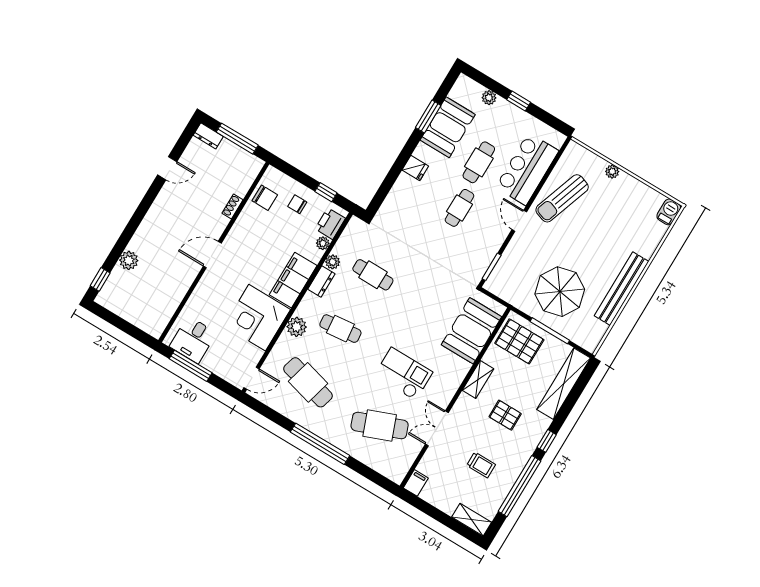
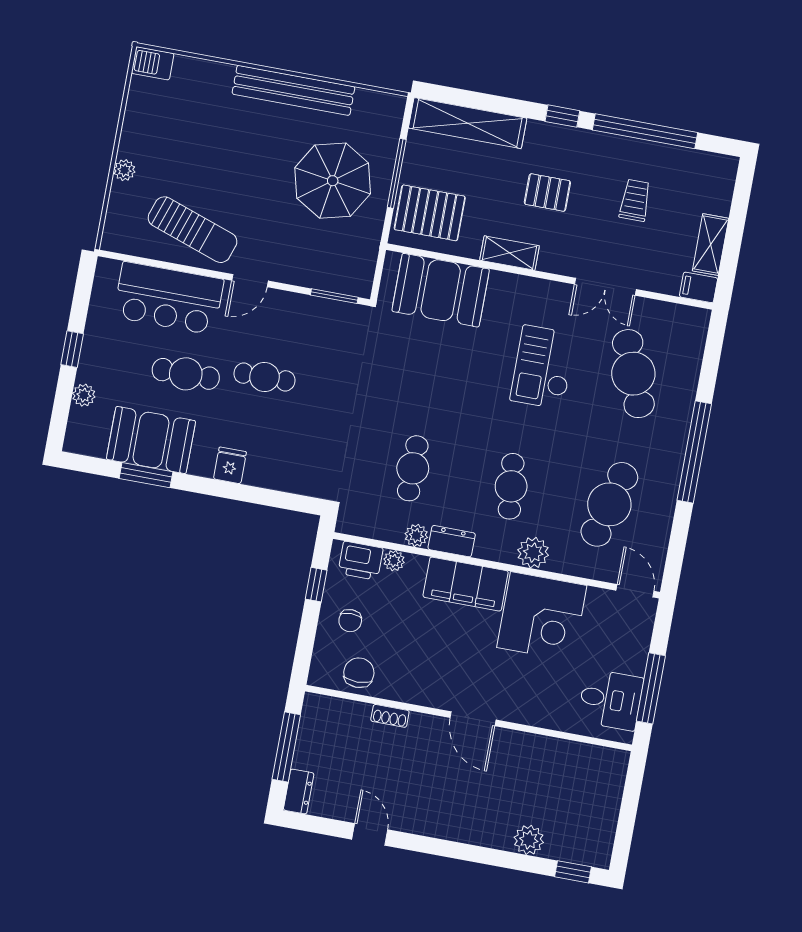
pallet: (519, 341) -> (430, 213), turned 90
pallet: (505, 415) -> (547, 193), turned 90
shelving: (472, 520) -> (711, 245), moved

